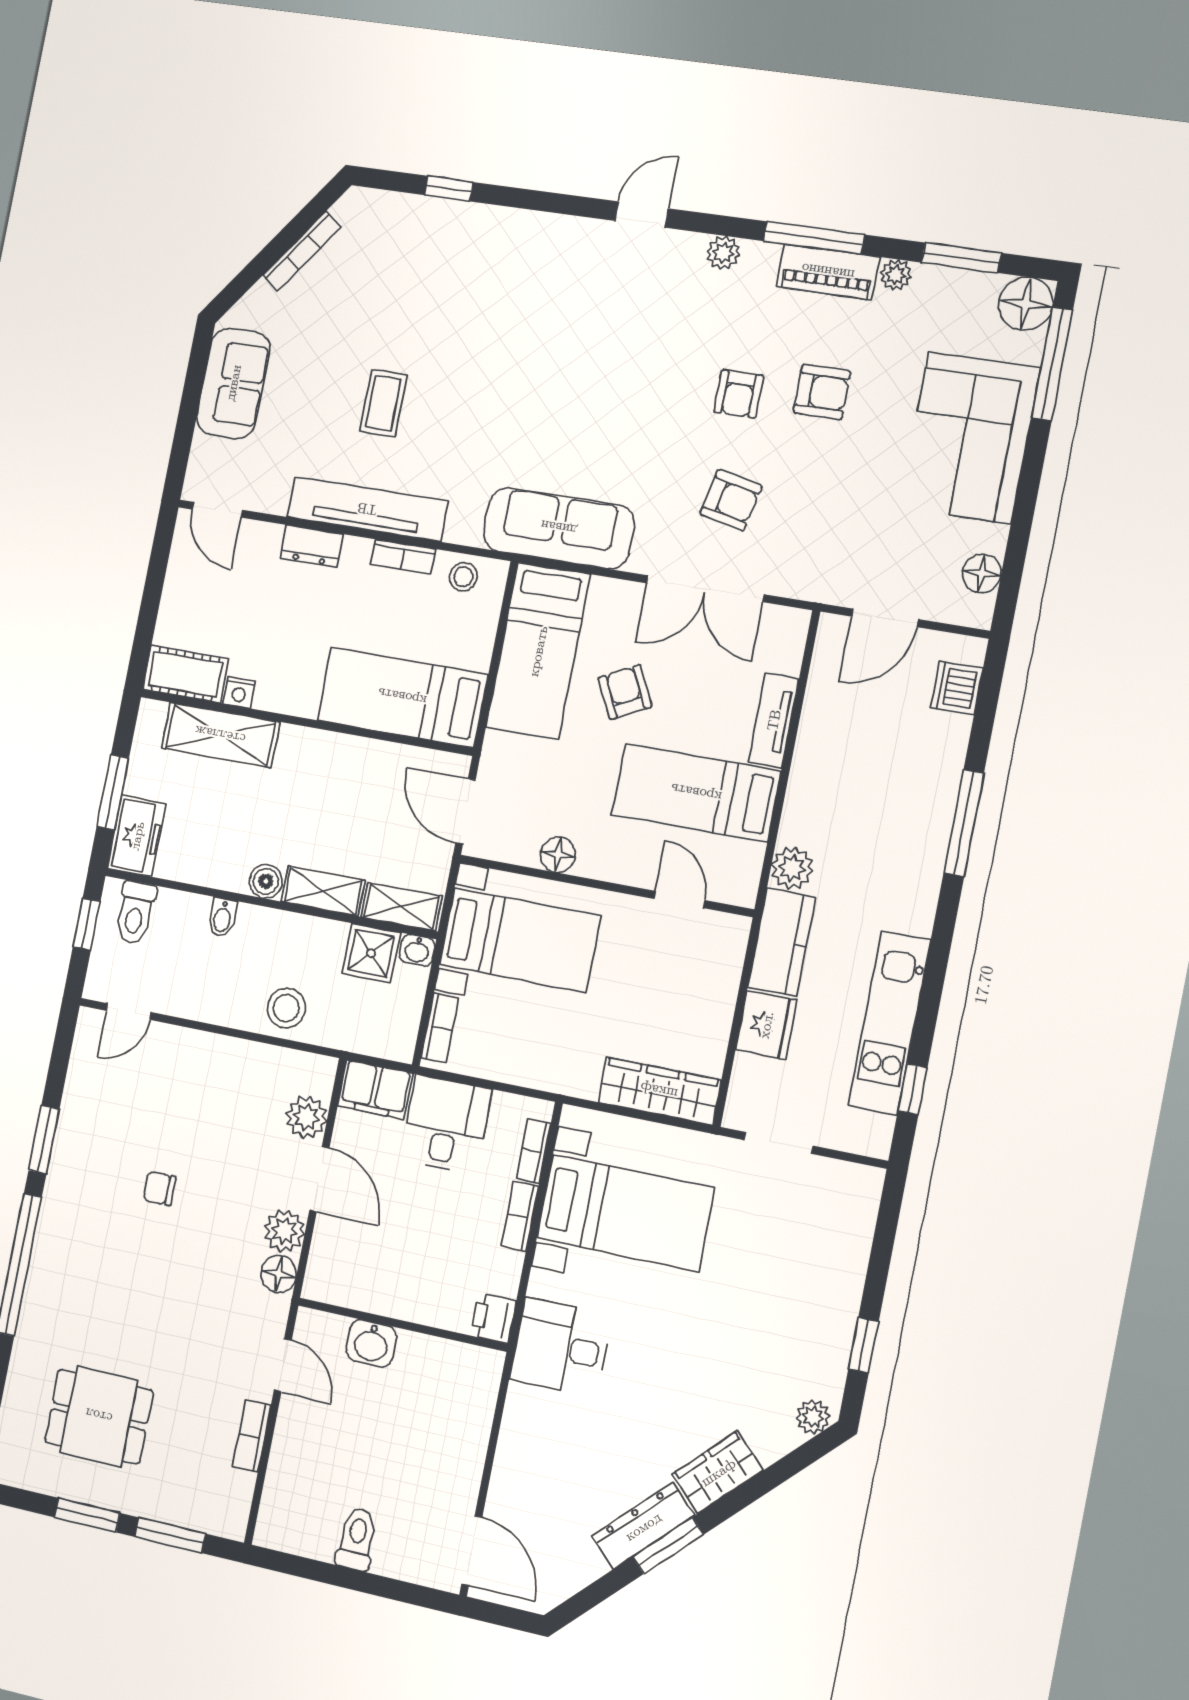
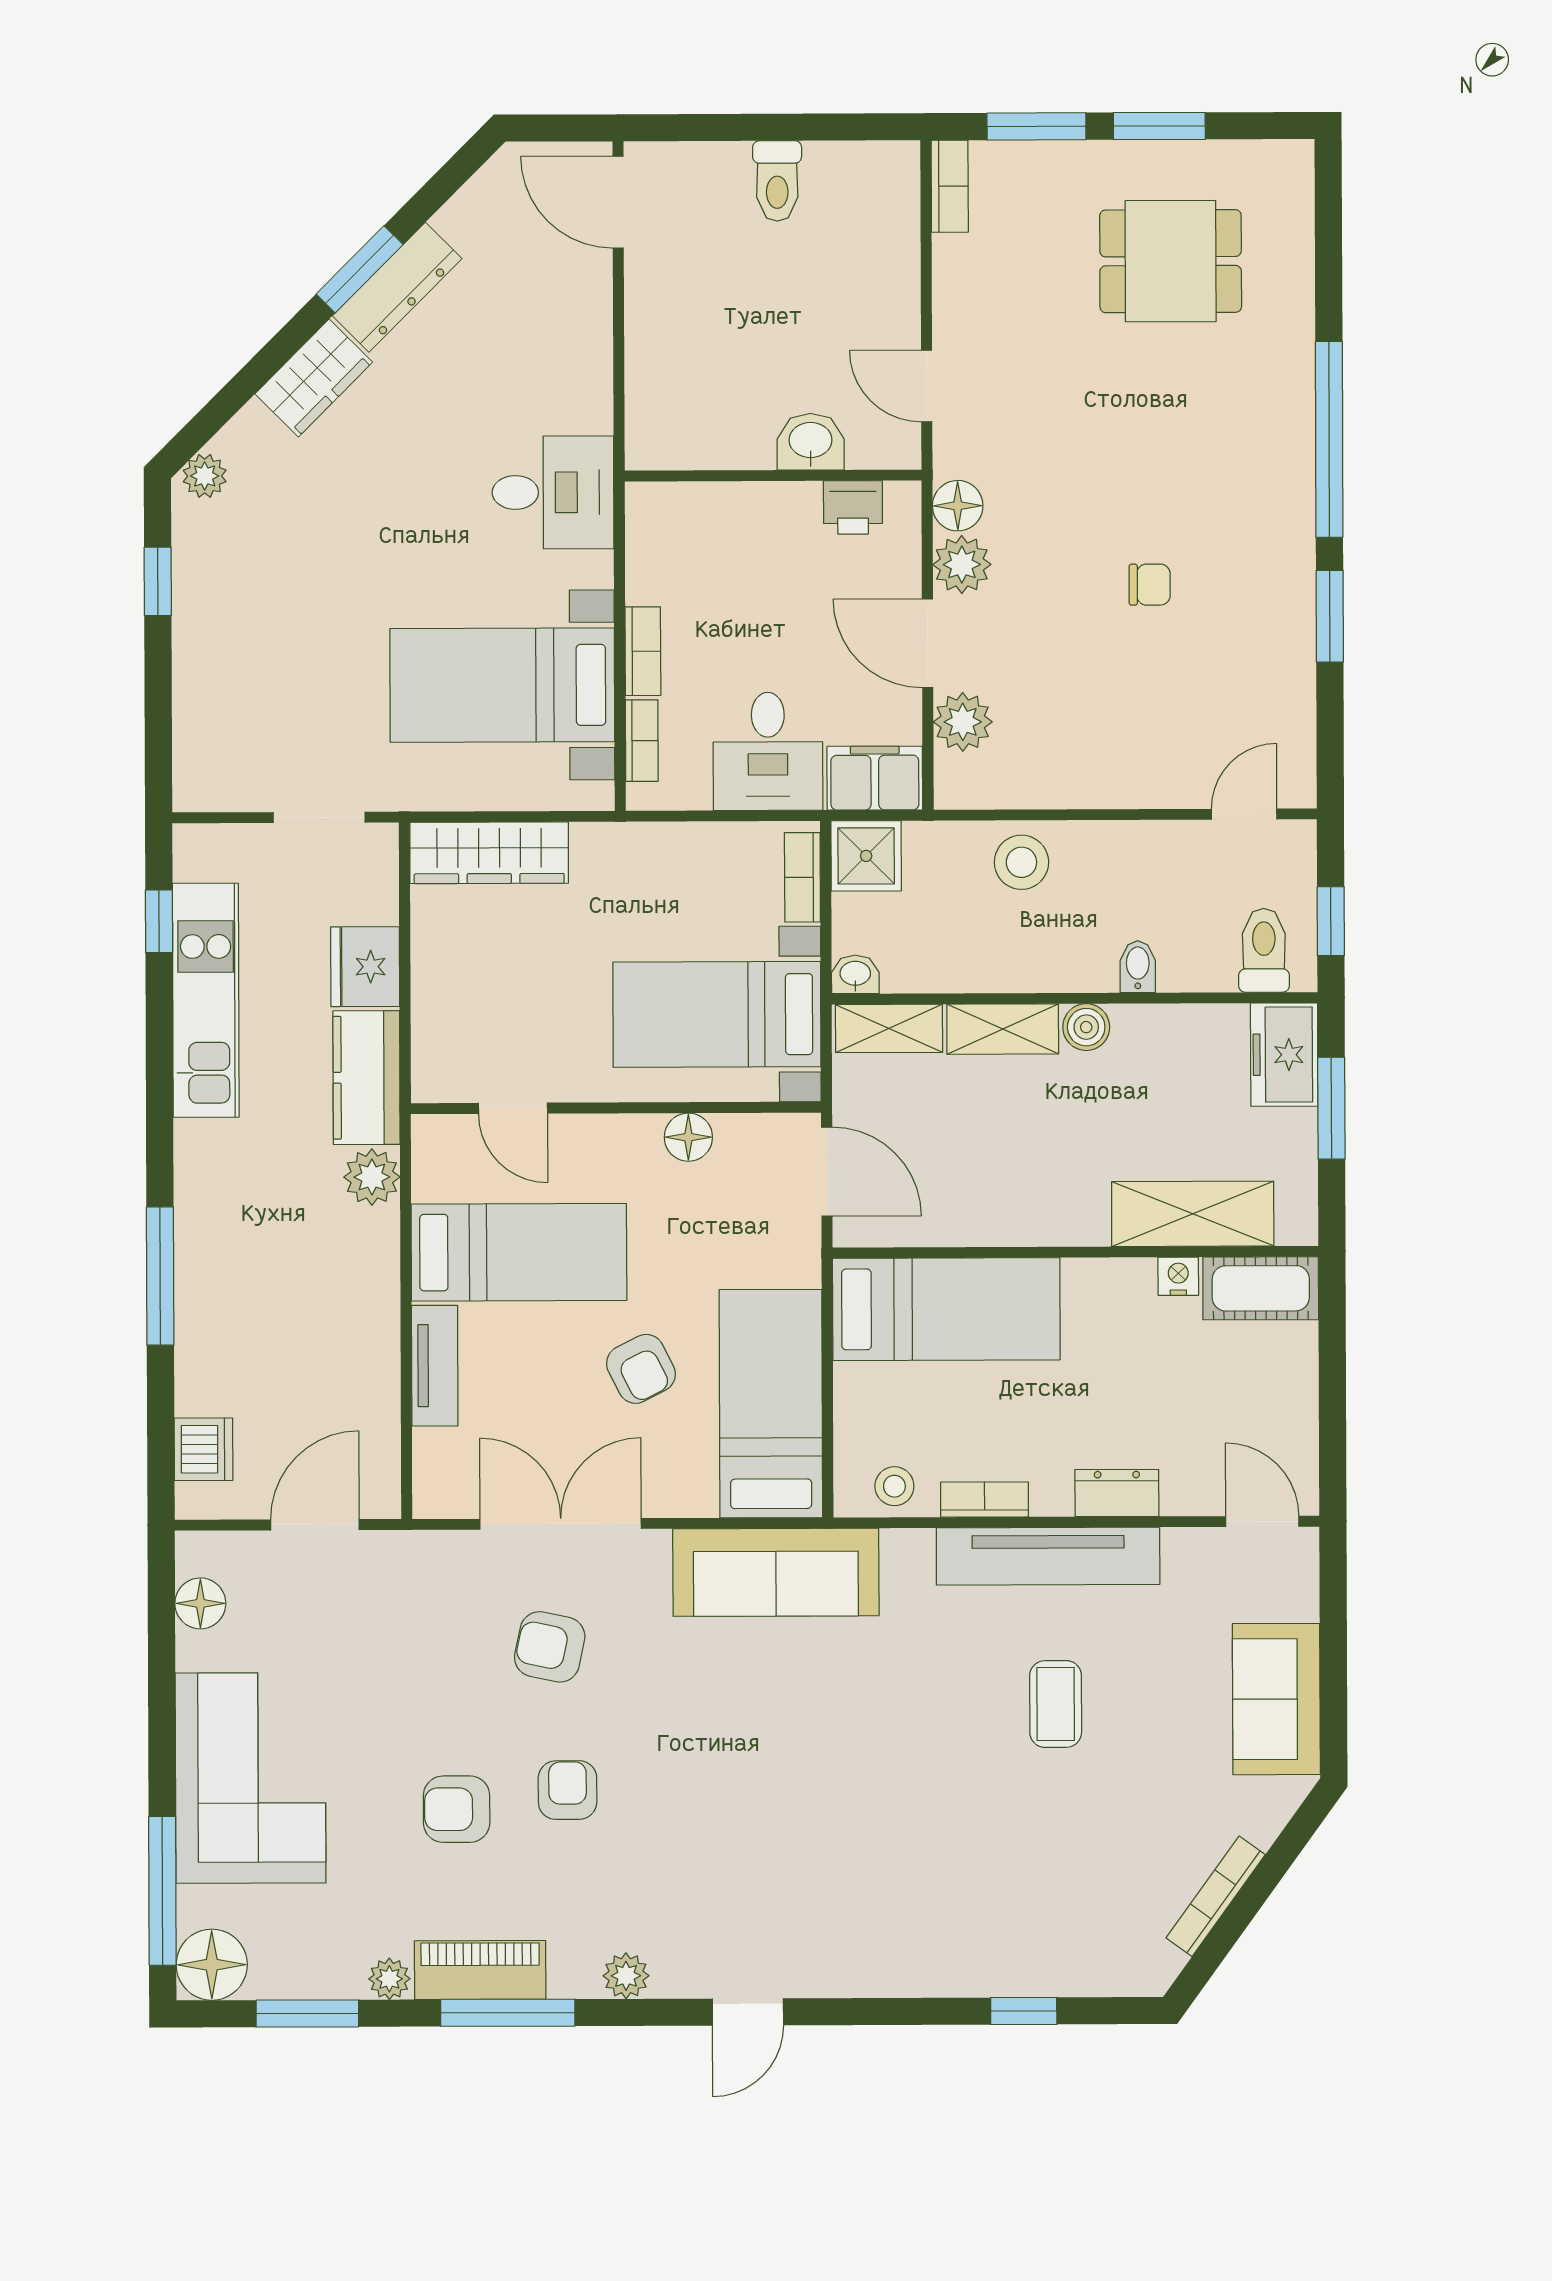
shower: (371, 953) -> (866, 856), moved
printer: (493, 1318) -> (853, 507), moved, turned 90
bookcase: (252, 1436) -> (950, 186), moved

